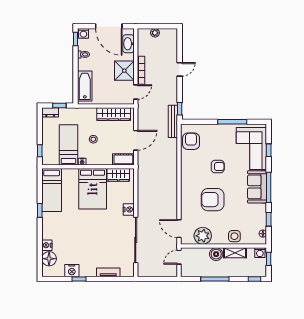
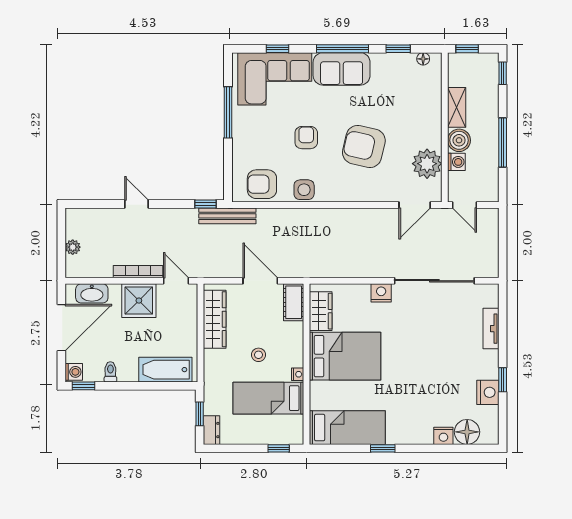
armchair: (213, 200) -> (364, 146), turned 103
side table: (234, 236) -> (304, 190), moved
washing machine: (260, 253) -> (456, 162), moved

